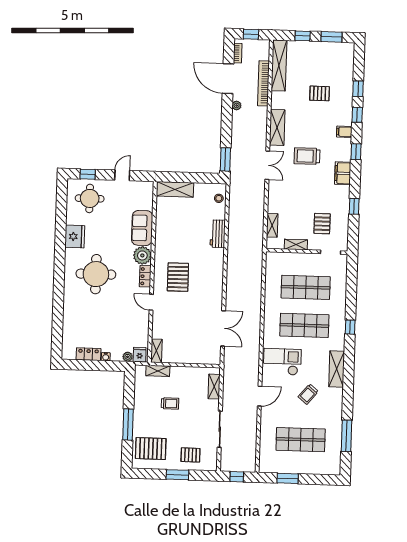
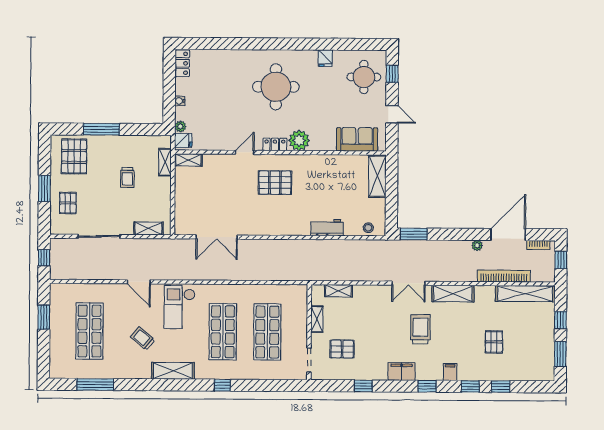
sofa: (142, 228) -> (357, 139), moved
fridge: (75, 236) -> (325, 58), width x0.53, depth x0.75
locker: (88, 354) -> (182, 63), moved
checkout: (282, 362) -> (180, 307), turned 180

